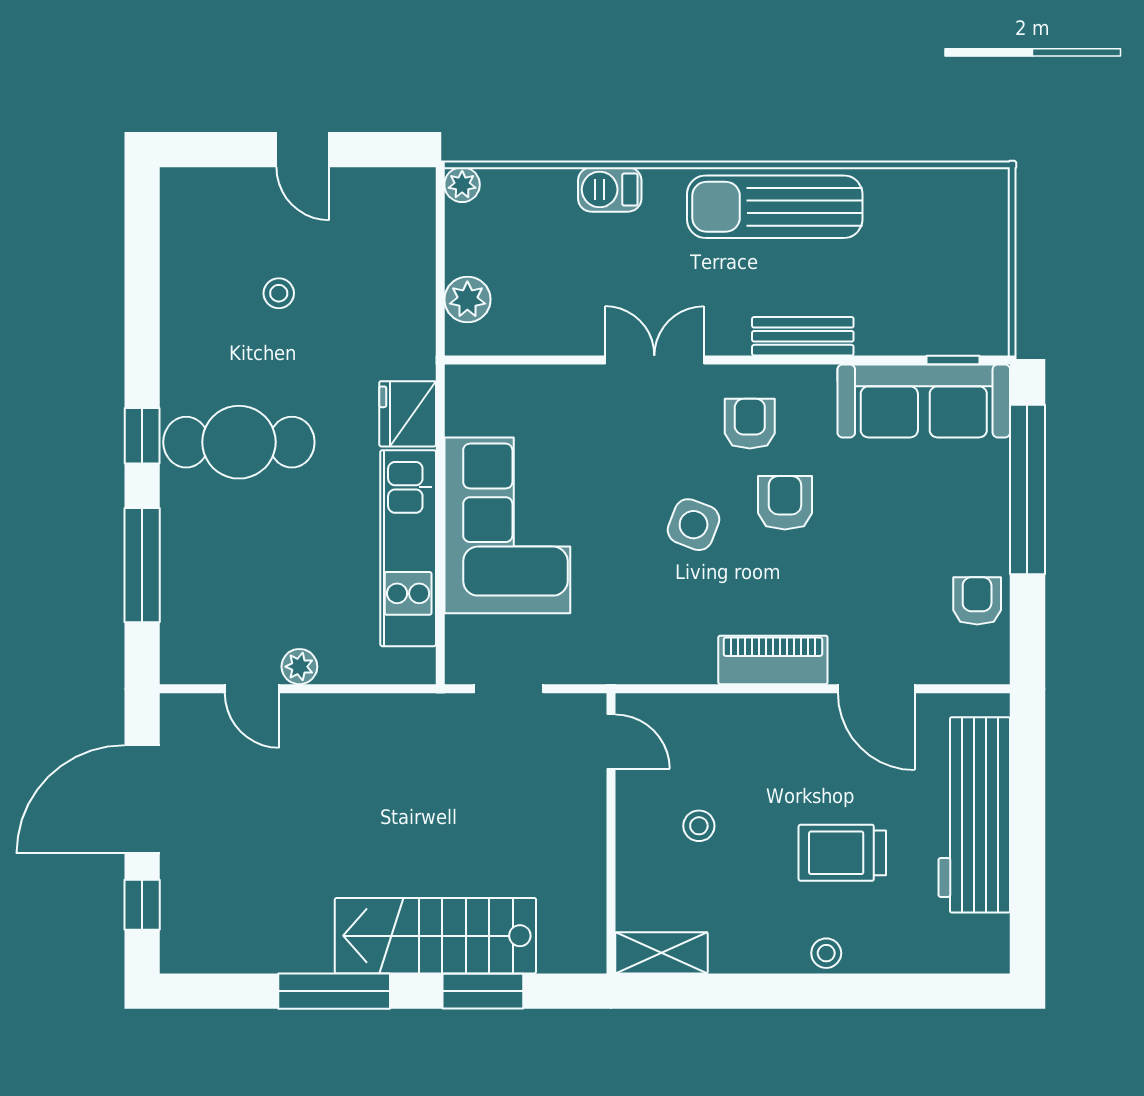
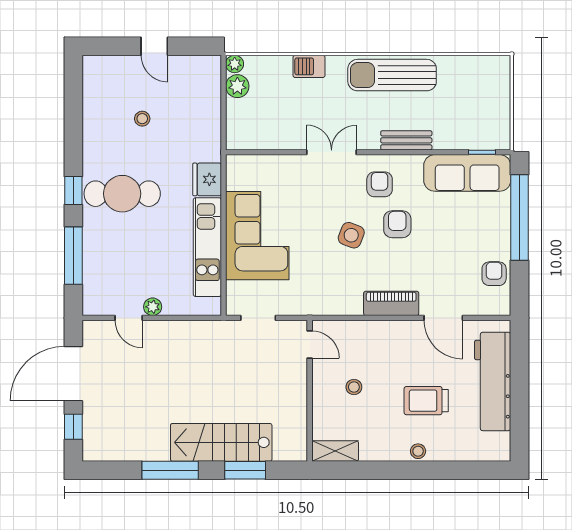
plant: (467, 300) -> (237, 86), moved

